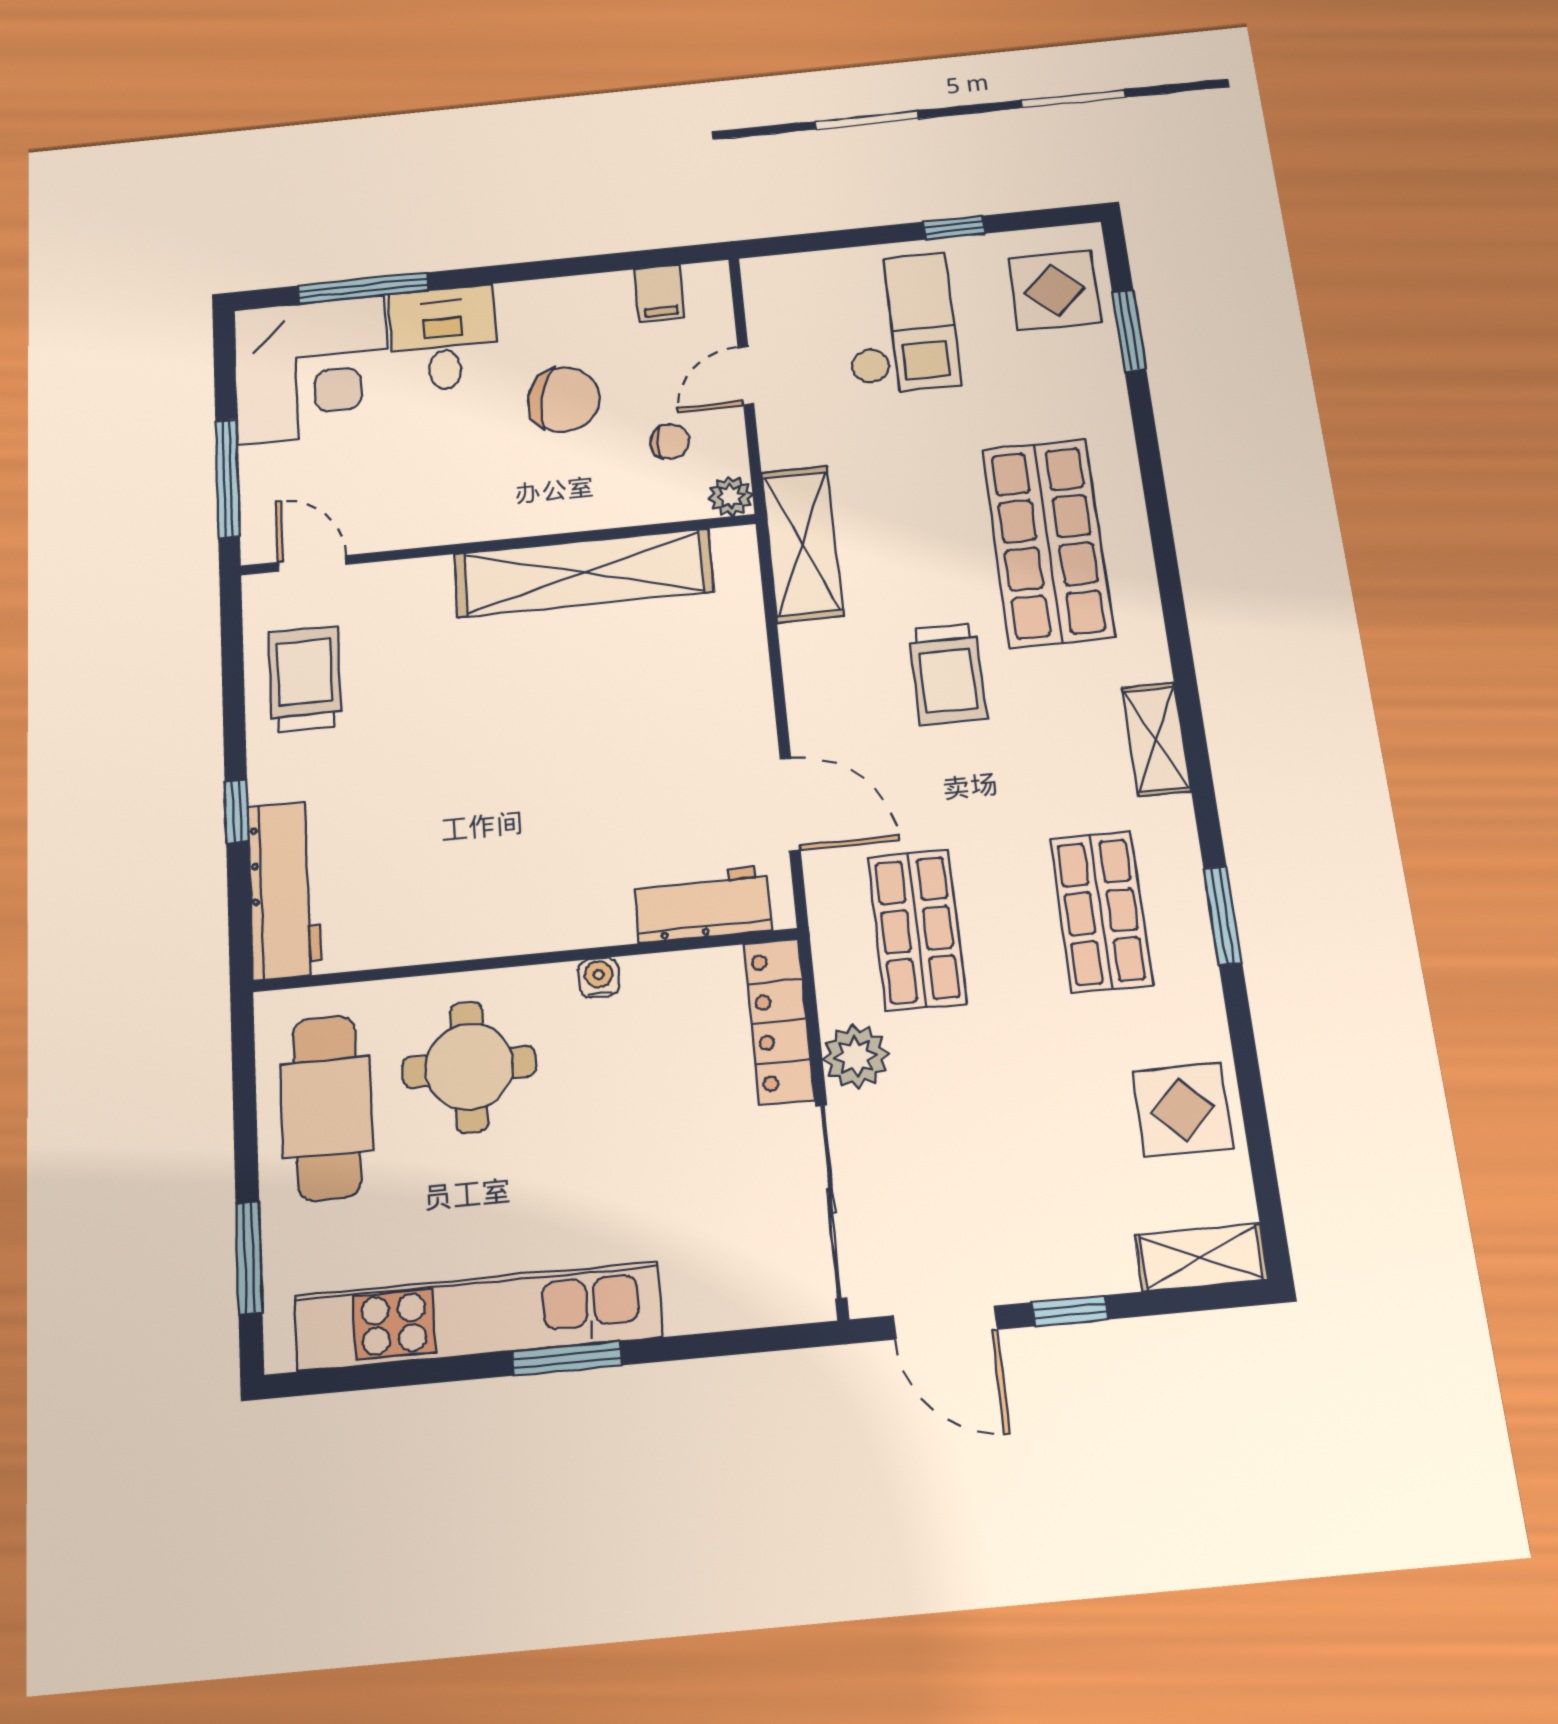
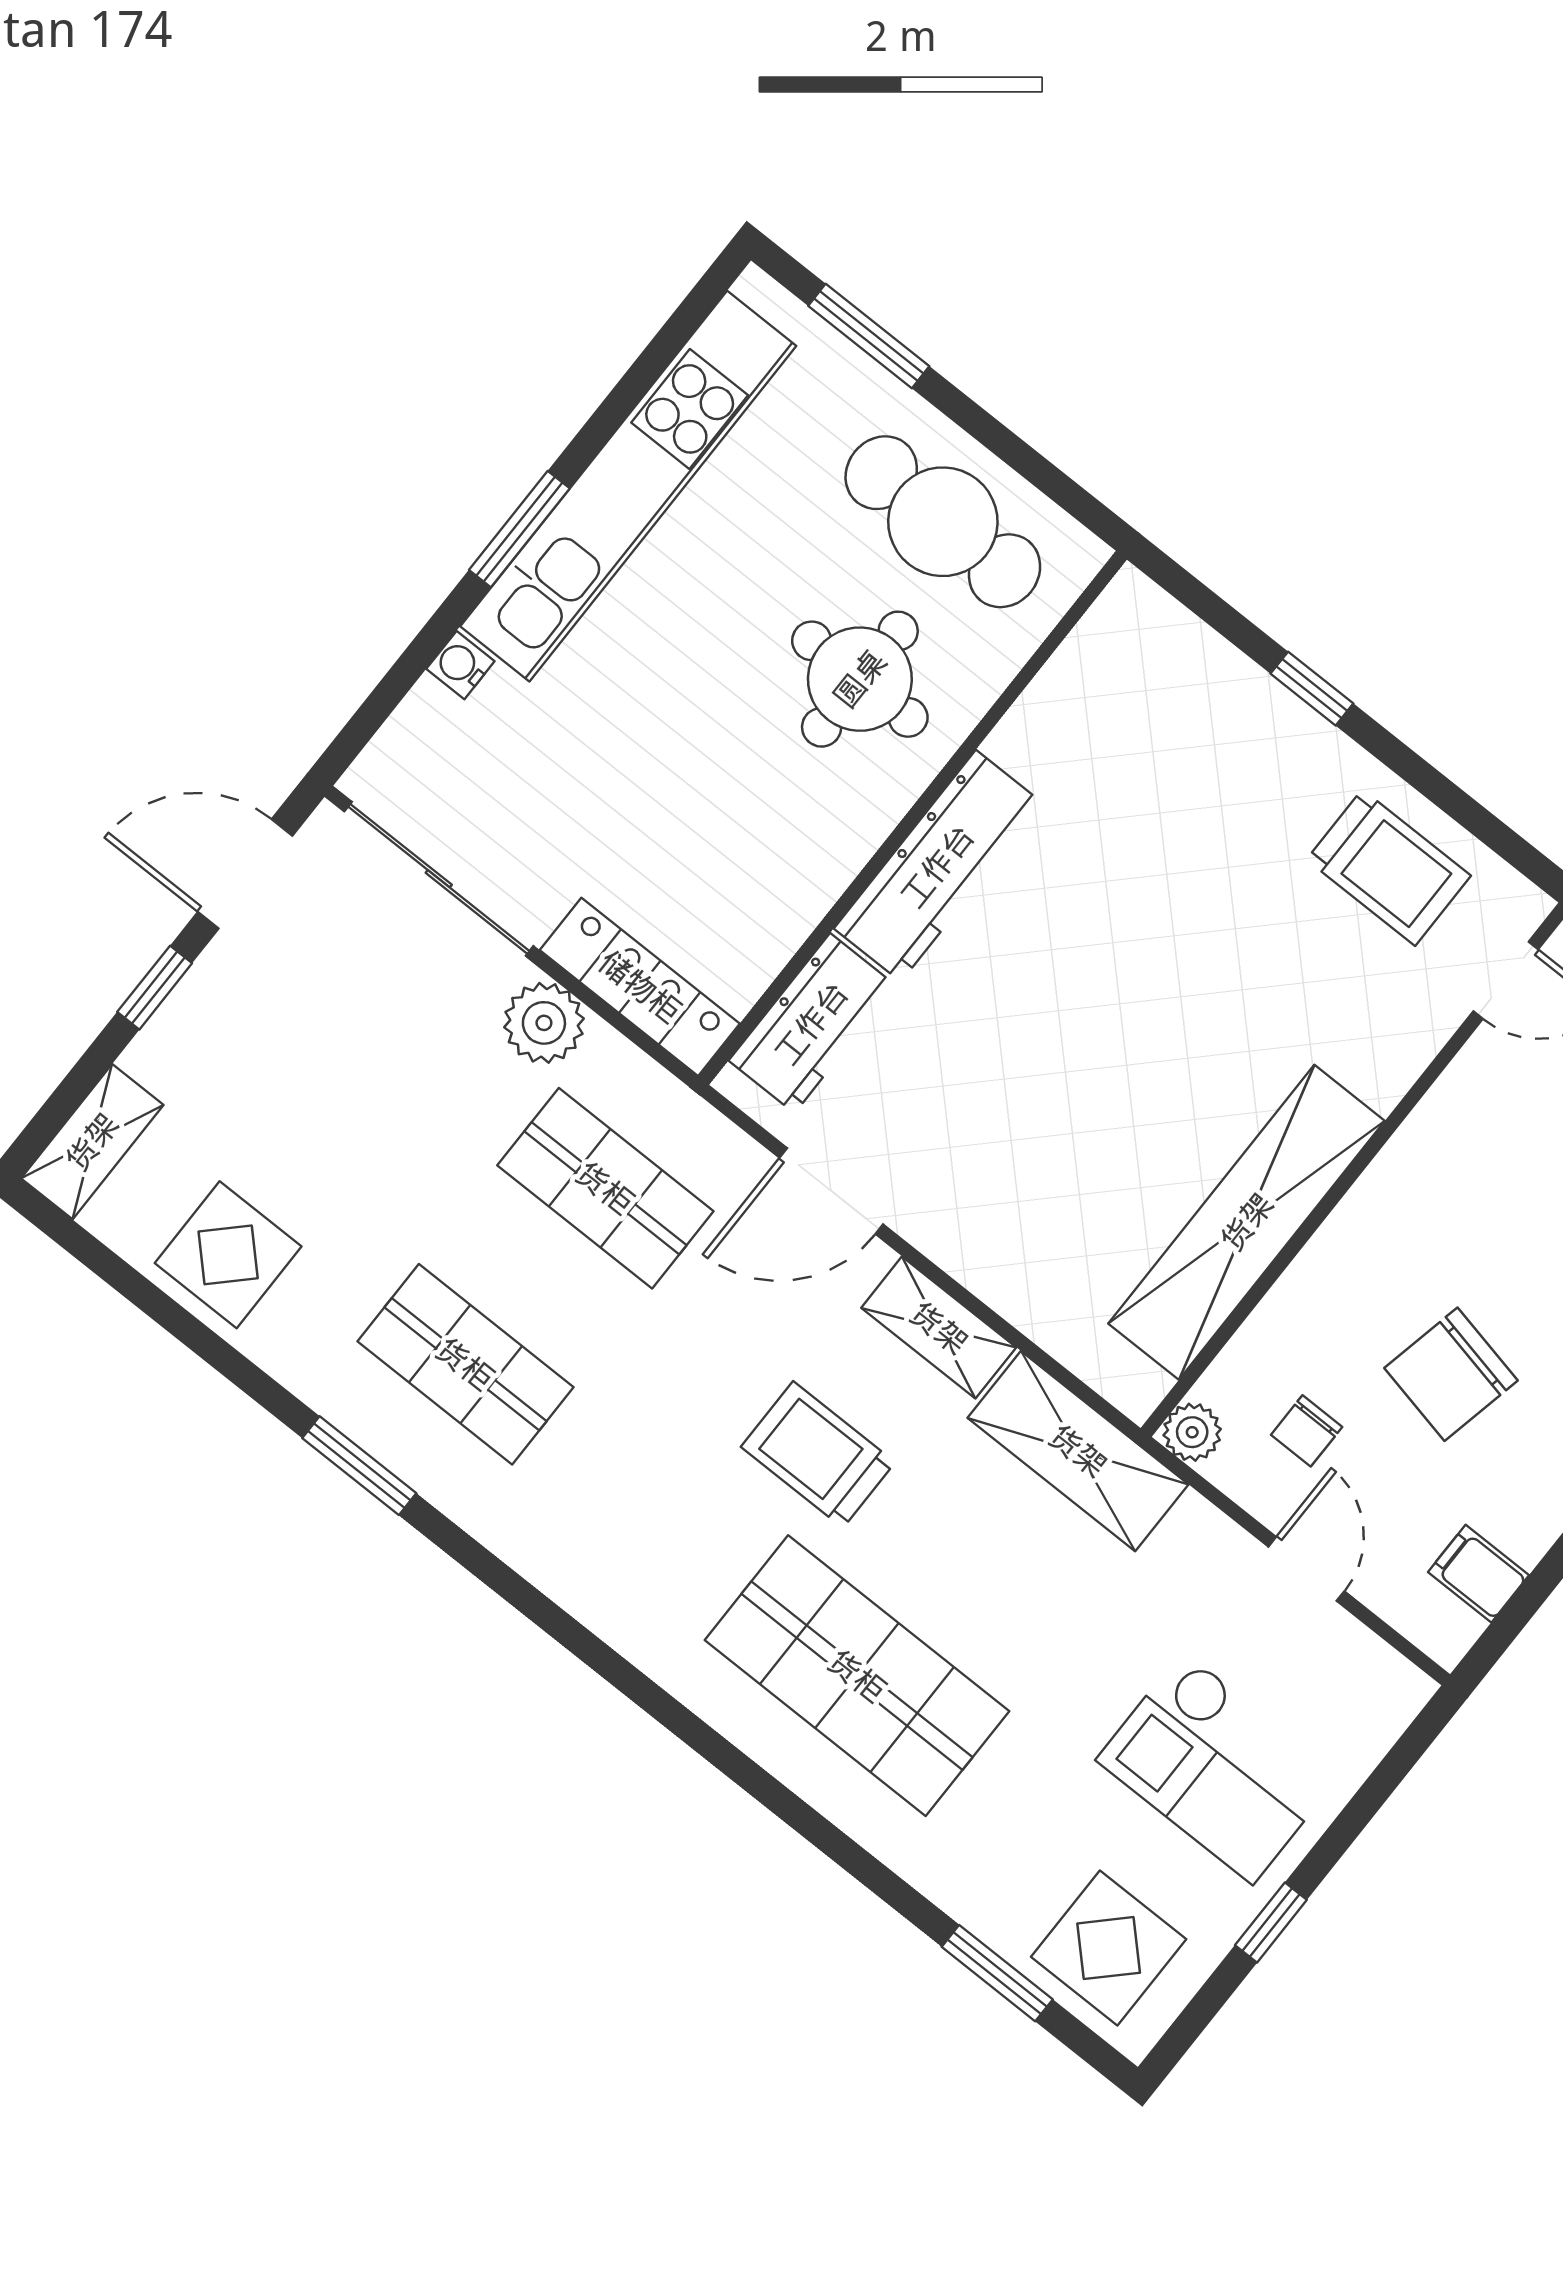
shelving: (1156, 739) -> (939, 1328), moved
workbench: (285, 890) -> (938, 866), moved, turned -90
water cooler: (599, 978) -> (460, 665), moved, turned 180

